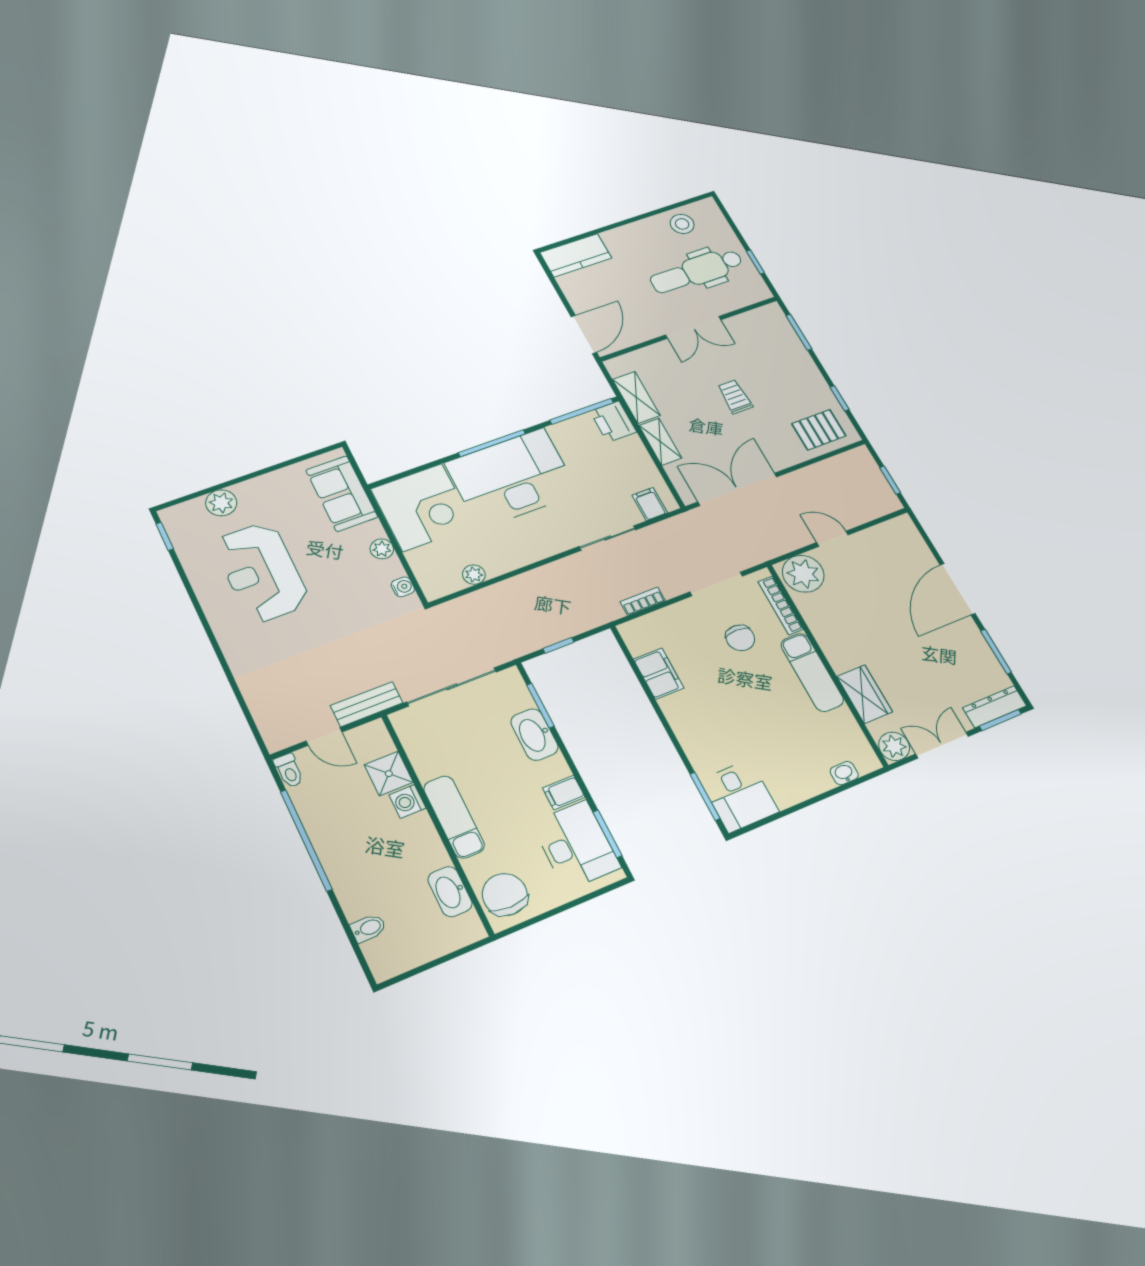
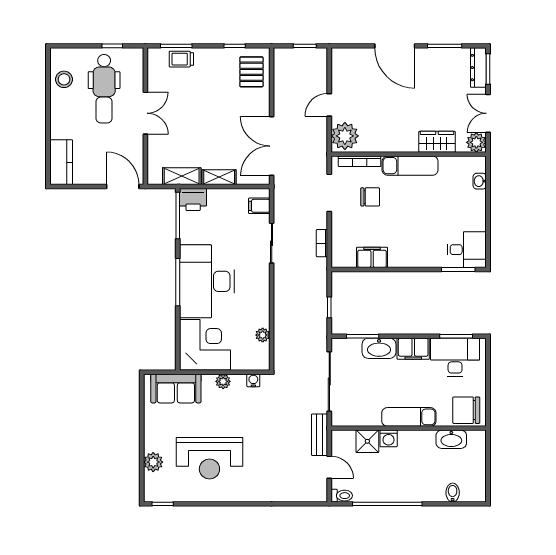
trolley: (735, 397) -> (181, 59), moved
door: (324, 737) -> (329, 467), hinge flipped
filing cabinet: (564, 793) -> (413, 349), width x2.00

